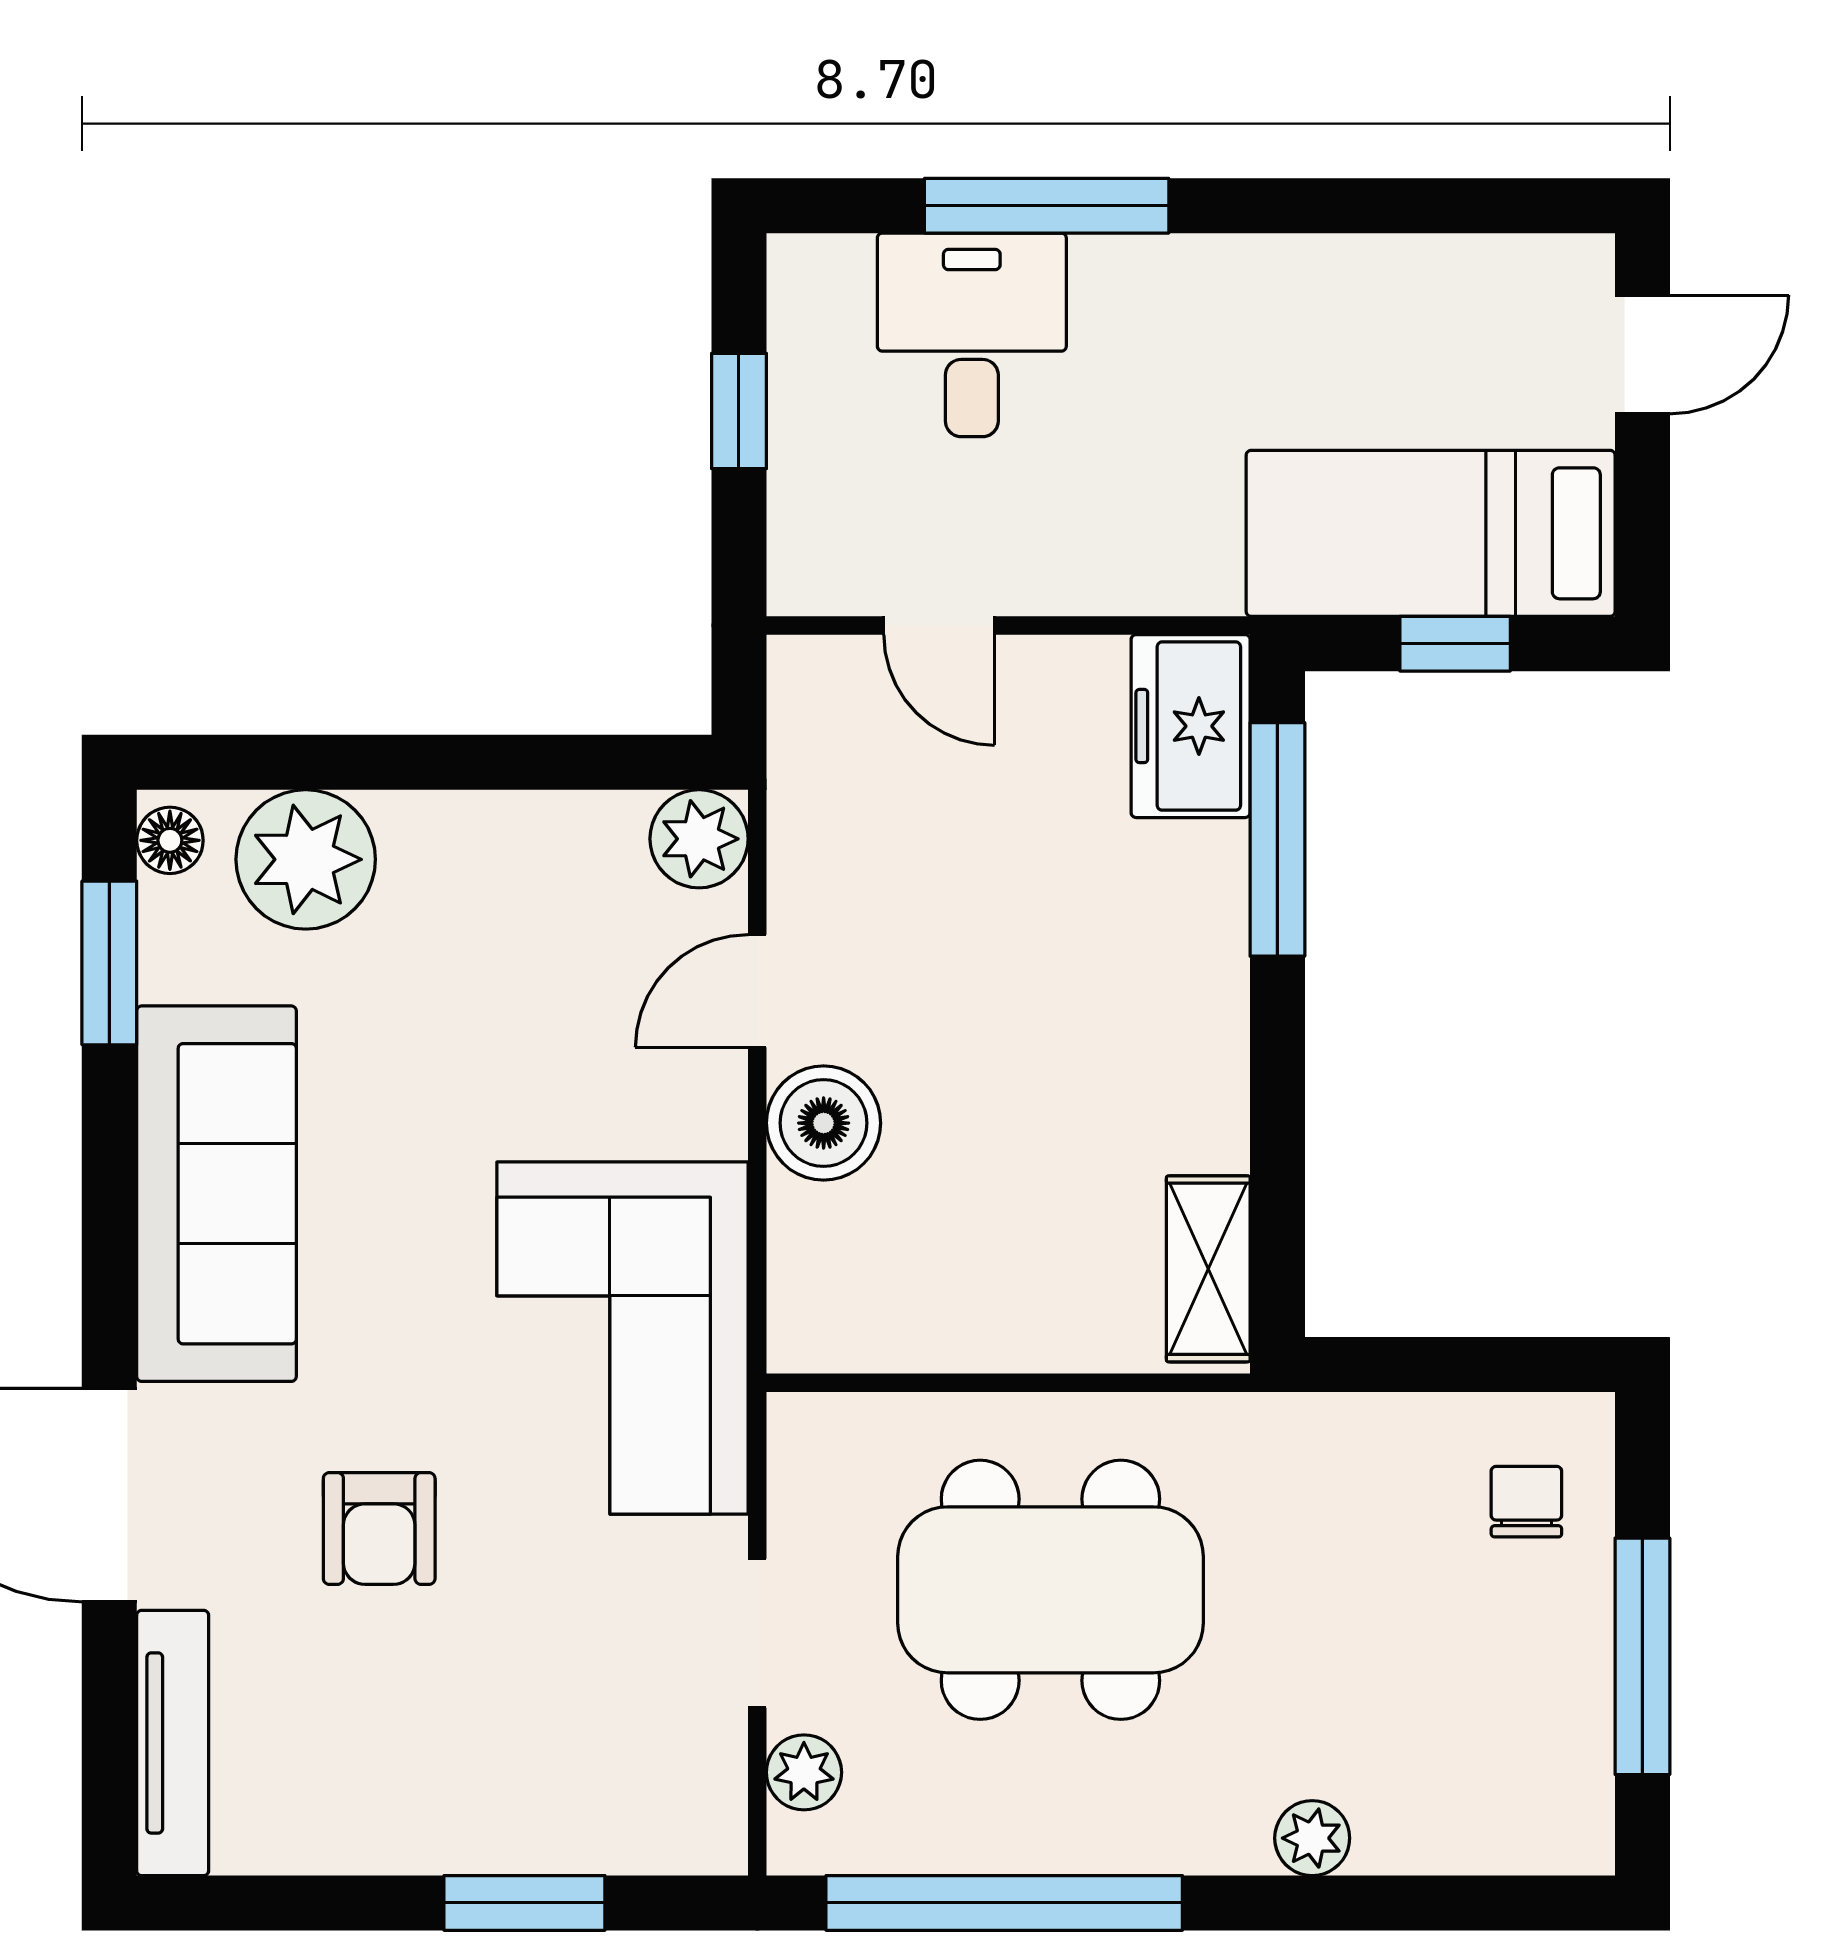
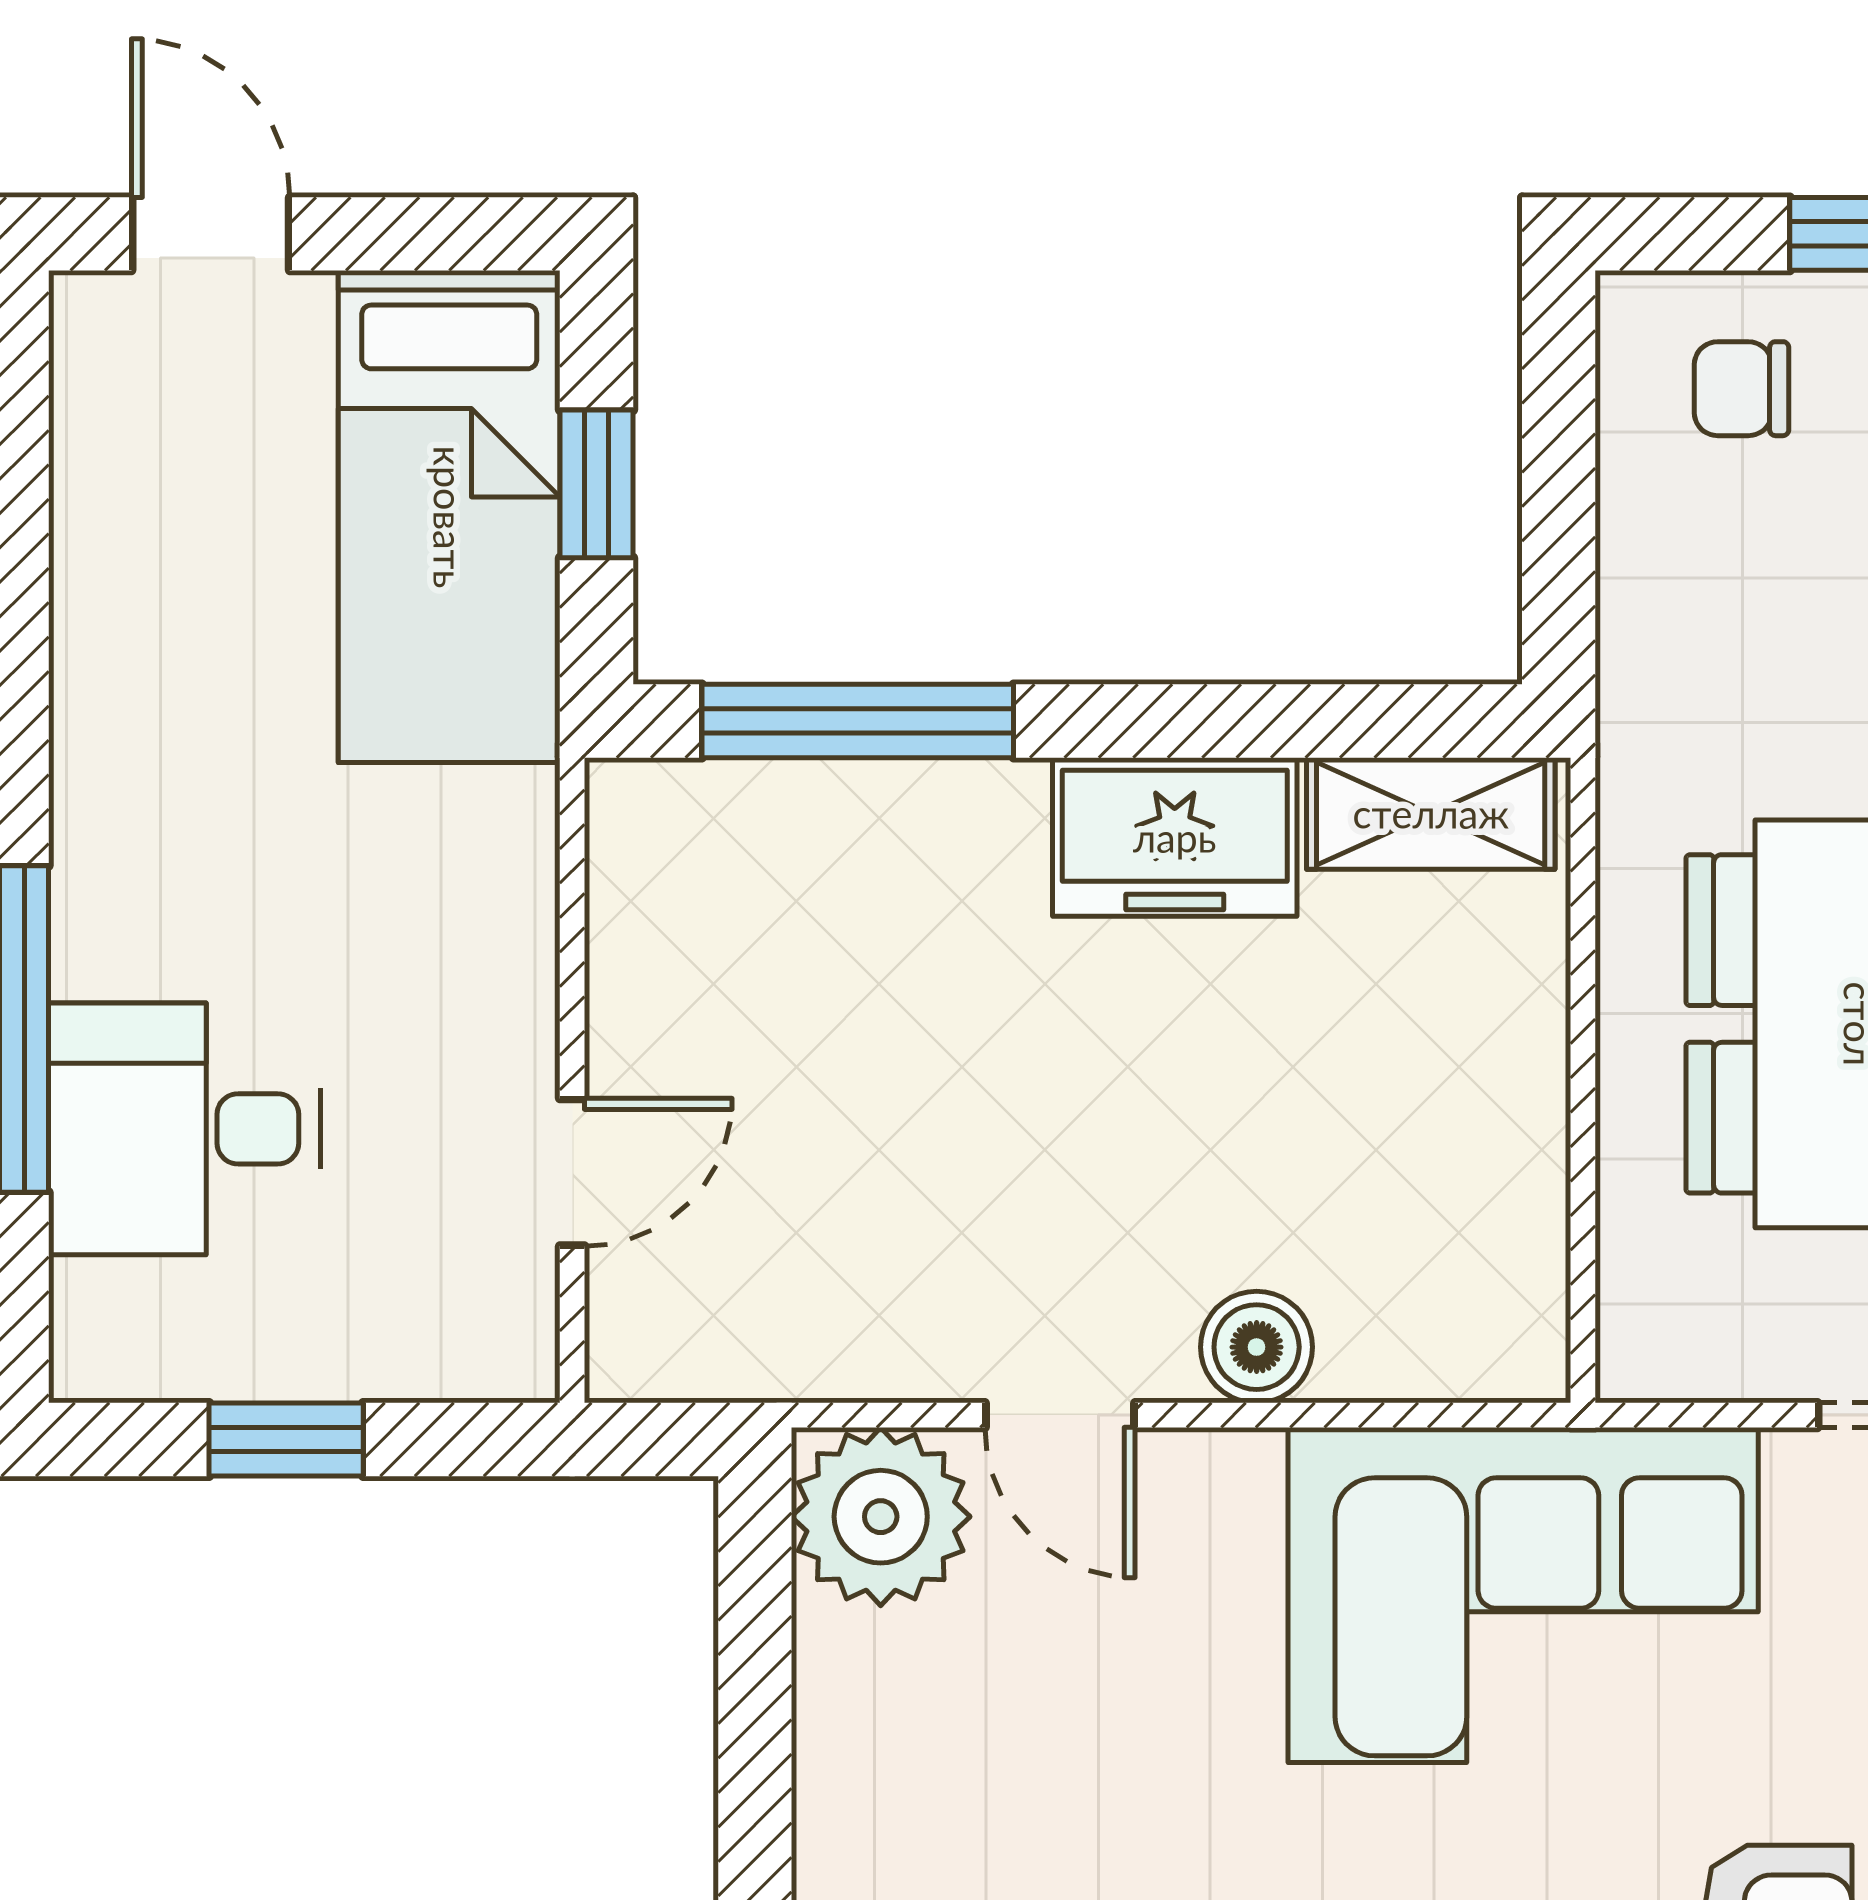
freezer: (1191, 726) -> (1175, 837), moved
plant: (699, 839) -> (881, 1517), width x1.36, depth x1.36
boiler: (824, 1123) -> (1257, 1347), width x0.73, depth x0.73

